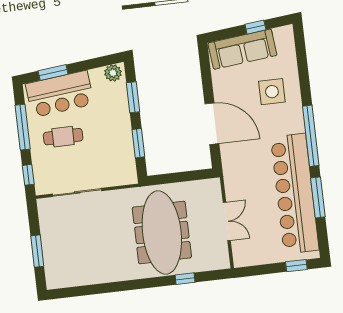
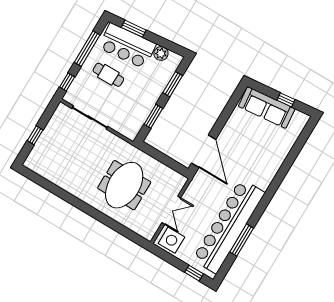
plant: (113, 73) -> (161, 54), moved
side table: (272, 92) -> (172, 240), moved
door: (212, 124) -> (204, 151), moved
window: (311, 136) -> (267, 197), removed
meeting table: (162, 232) -> (124, 185), width x0.73
window: (37, 251) -> (35, 135), width x0.67
window: (185, 279) -> (116, 226), removed

